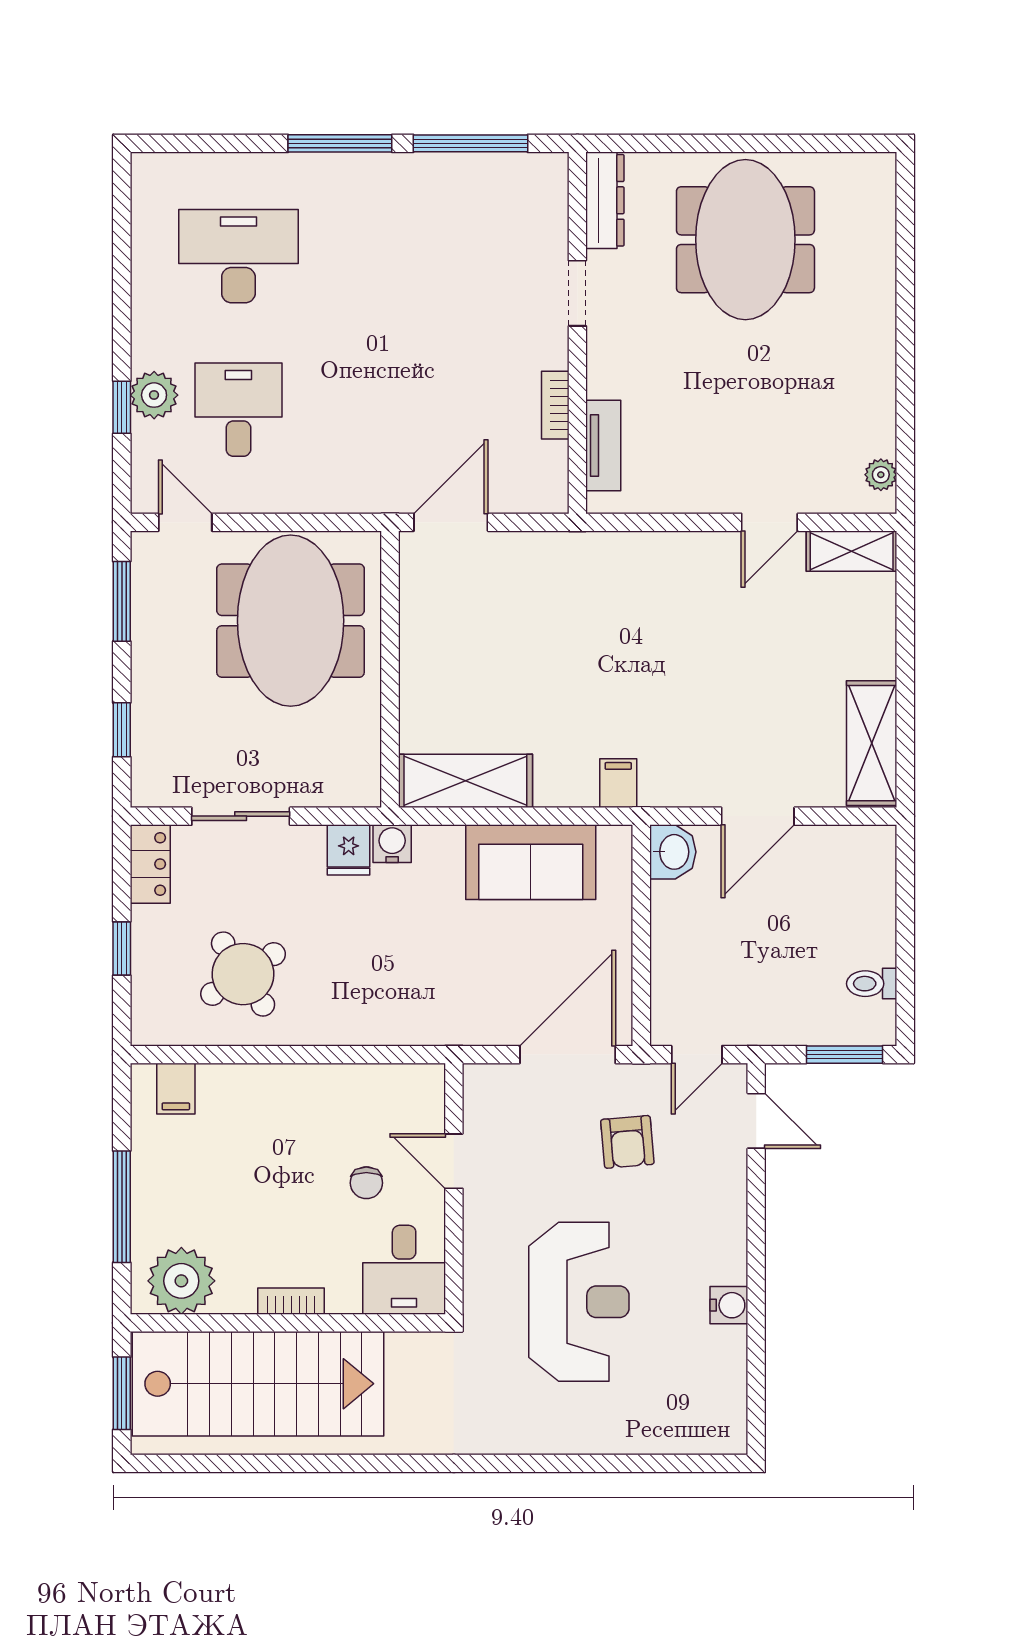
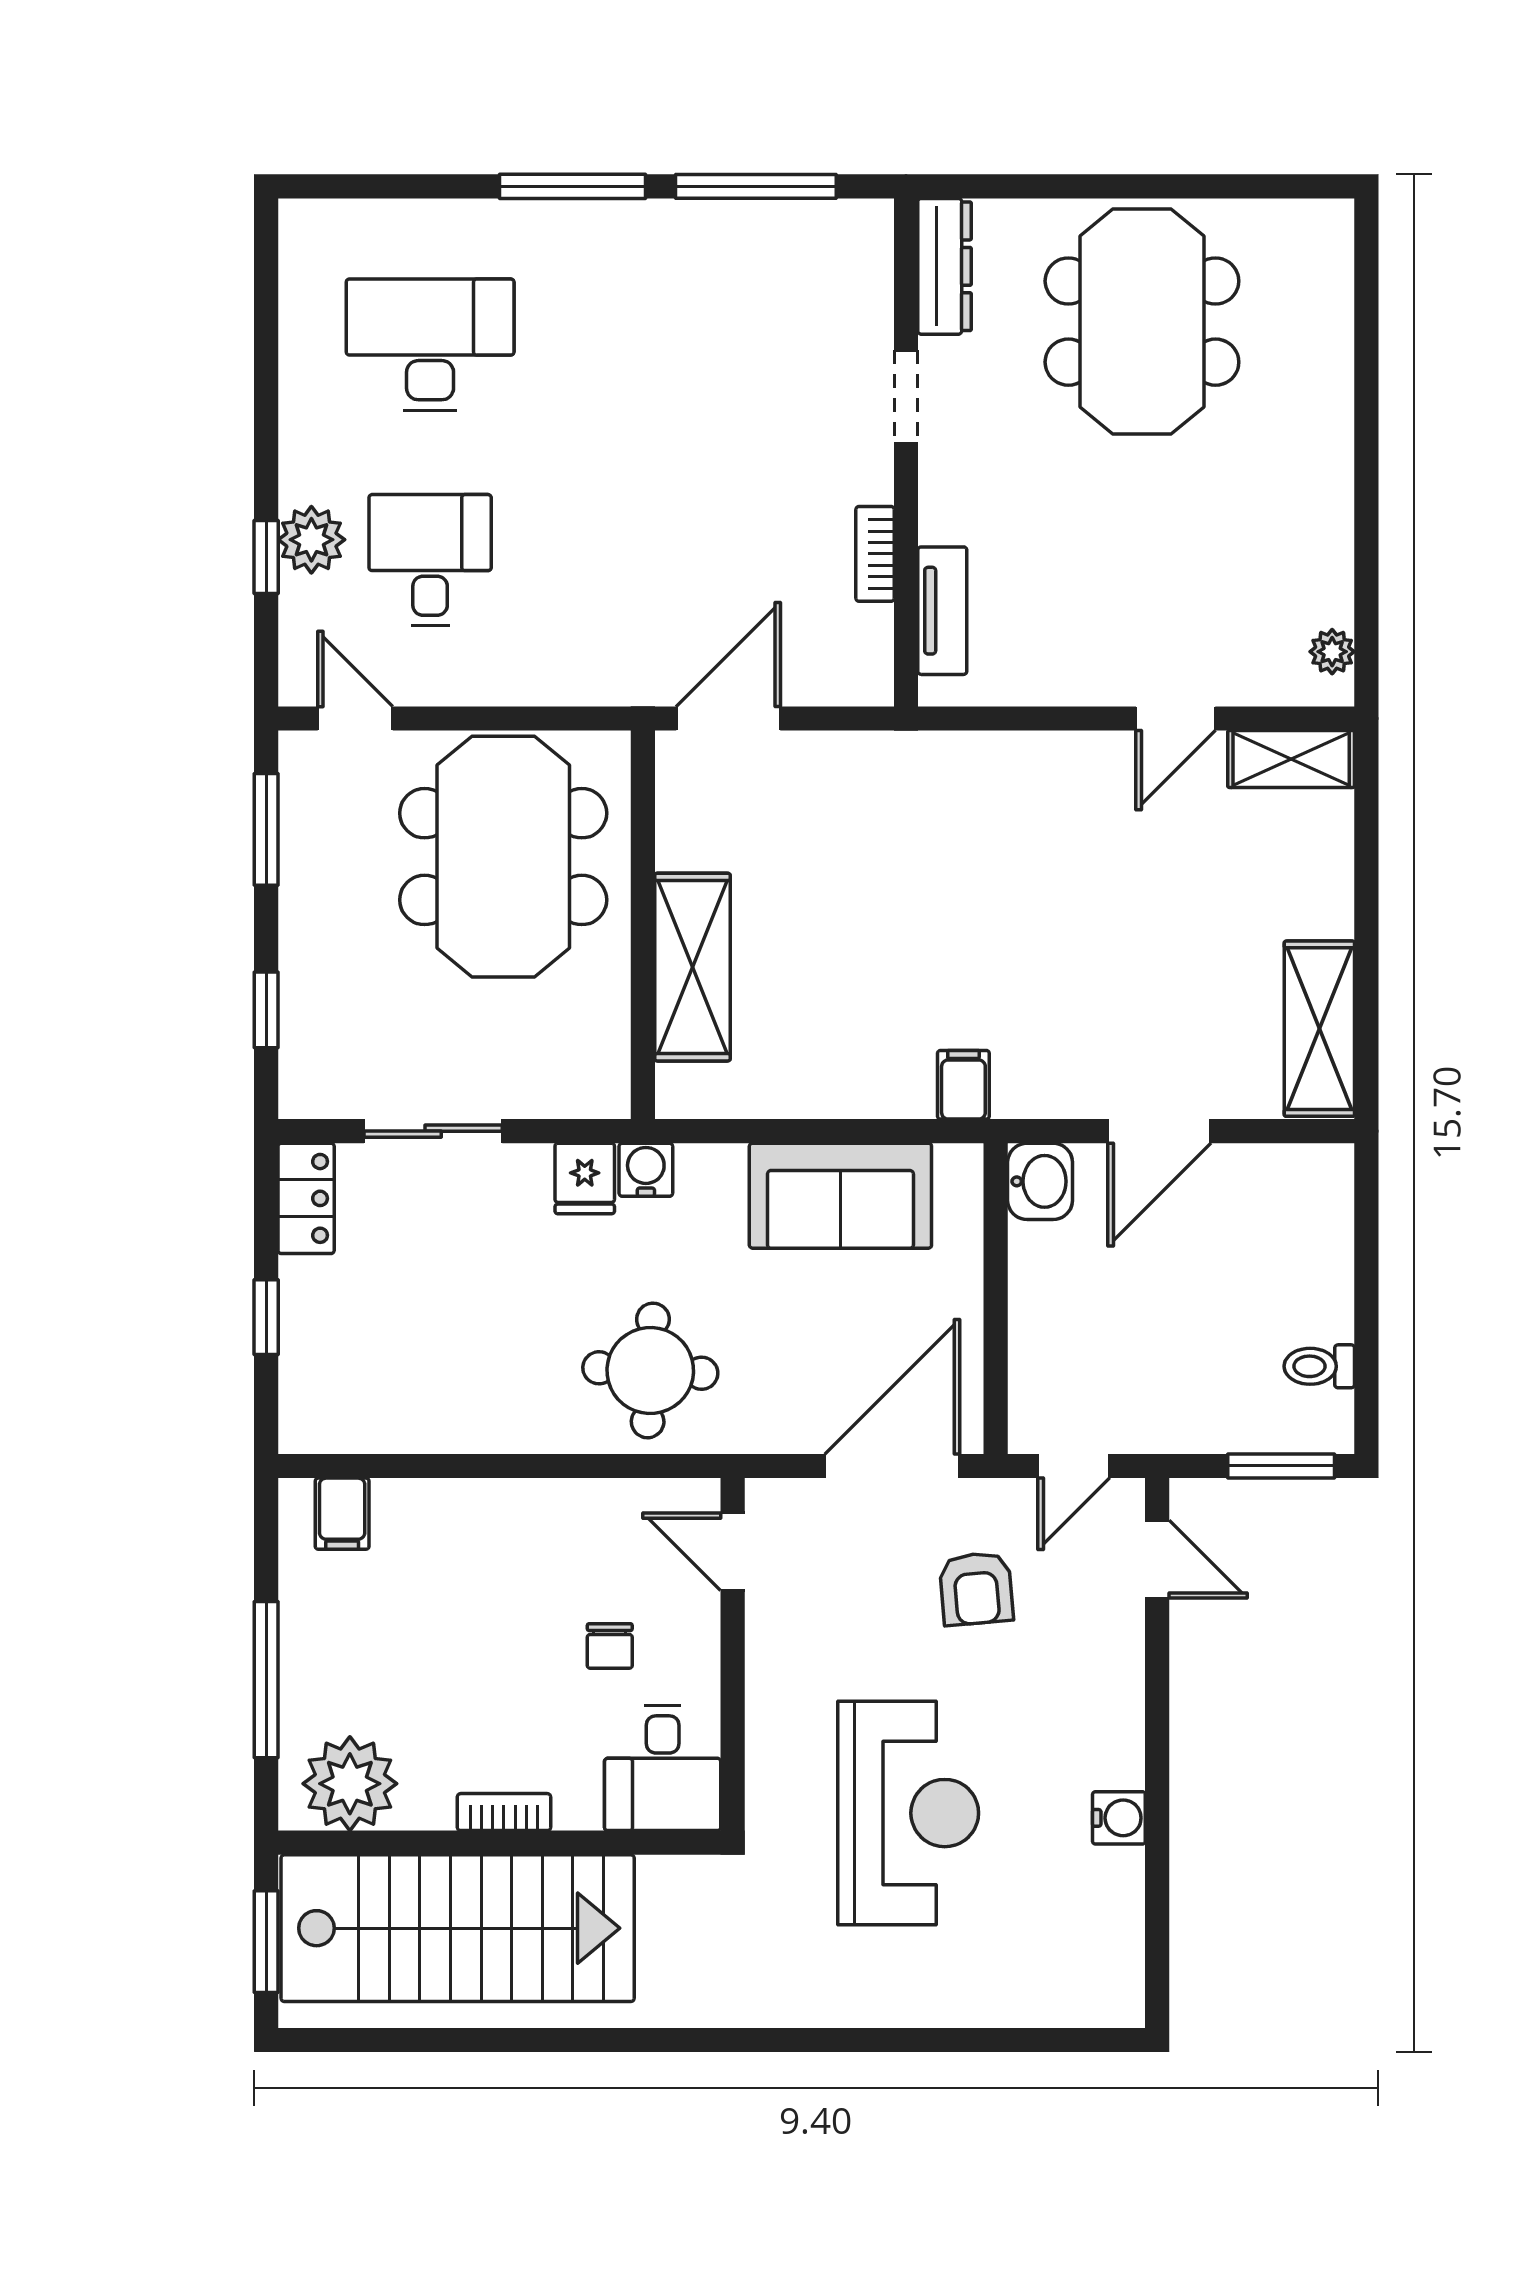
shelving: (465, 781) -> (692, 967), moved, turned 90
round table: (243, 974) -> (650, 1370), moved, turned 36
door: (454, 1161) -> (733, 1552), moved

